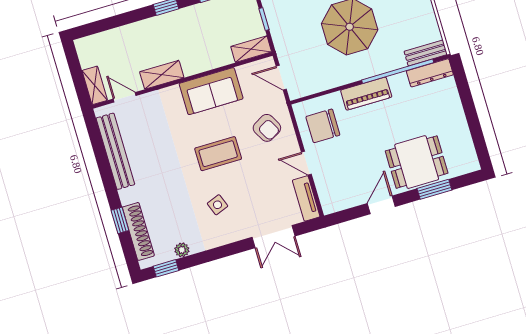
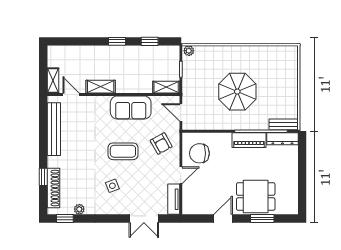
piano: (366, 94) -> (249, 140), moved
door: (306, 163) -> (181, 175), swing flipped

